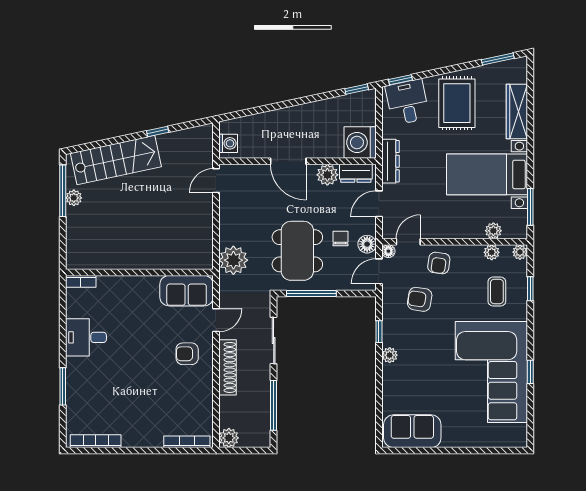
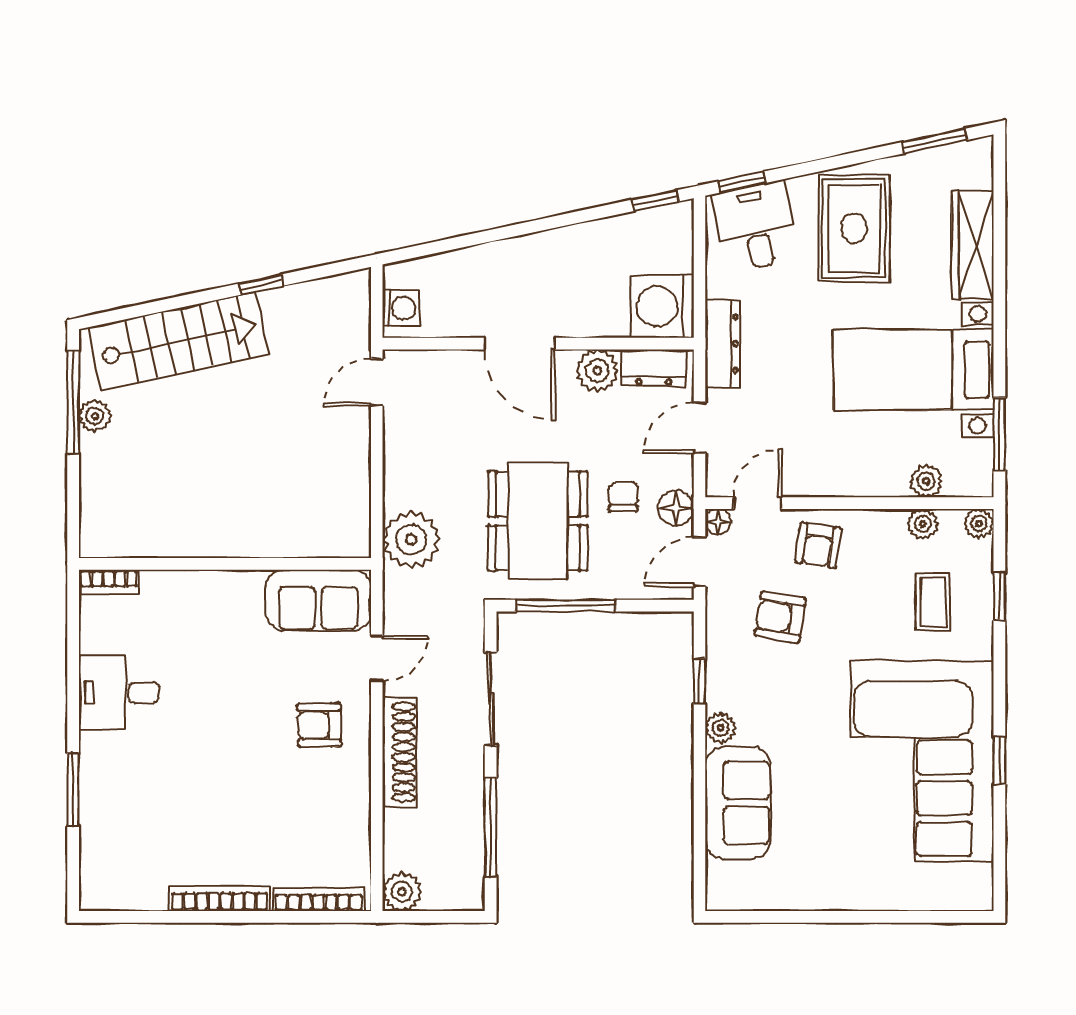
sofa: (412, 431) -> (738, 803), moved, turned 90
bookcase: (96, 441) -> (220, 898), moved

